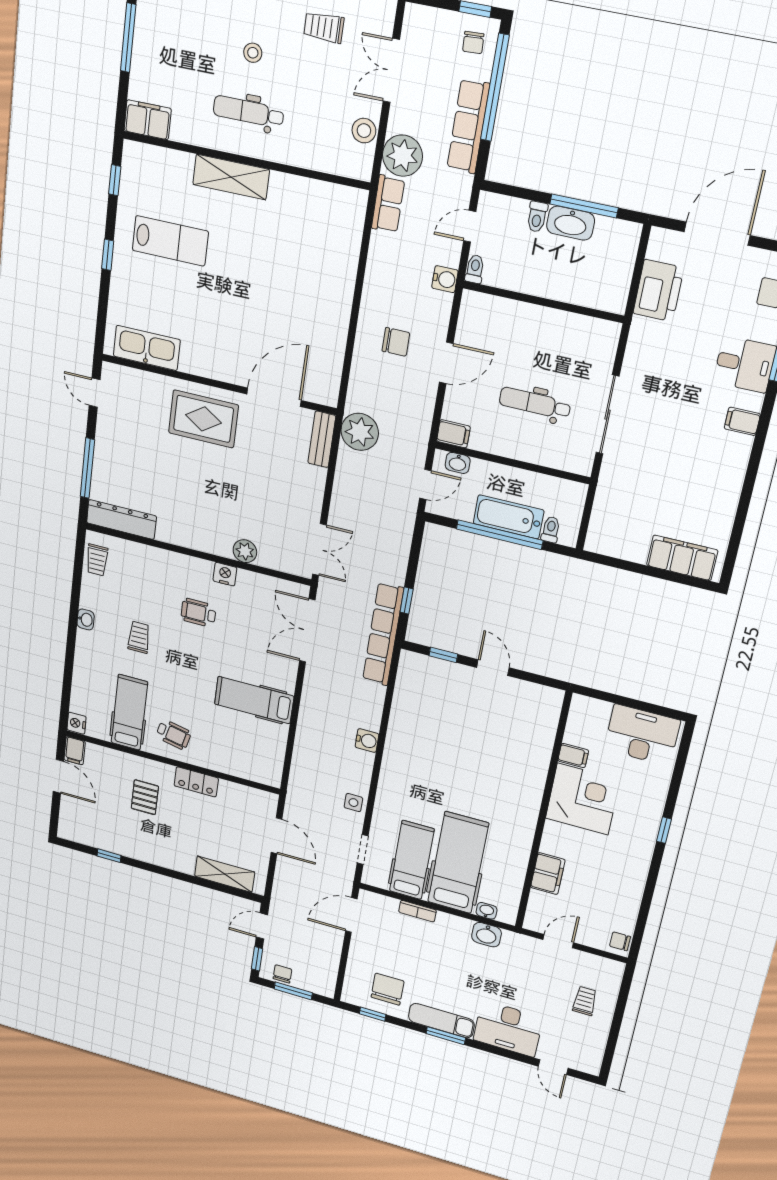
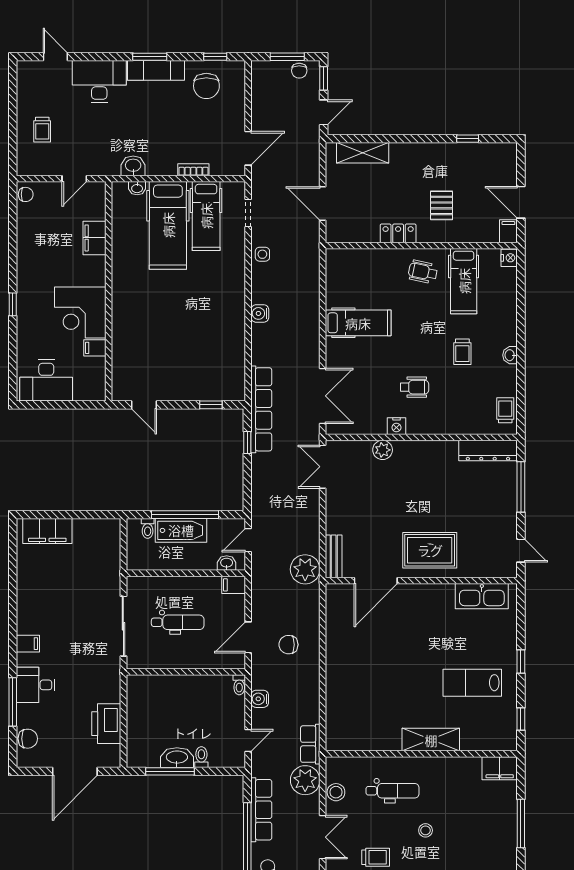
dental chair: (248, 112) -> (392, 791), moved
toilet: (475, 269) -> (239, 685), moved
wall: (543, 302) -> (186, 672), moved
door: (493, 668) -> (144, 405), moved

